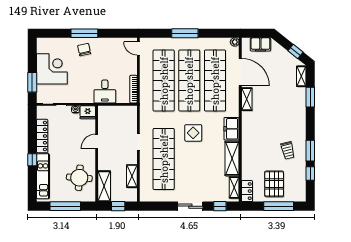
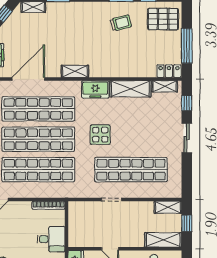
shelving: (247, 99) -> (75, 71), moved
shelving: (132, 176) -> (168, 207), moved
pallet: (274, 184) -> (163, 19), moved
window: (279, 206) -> (187, 46), moved

